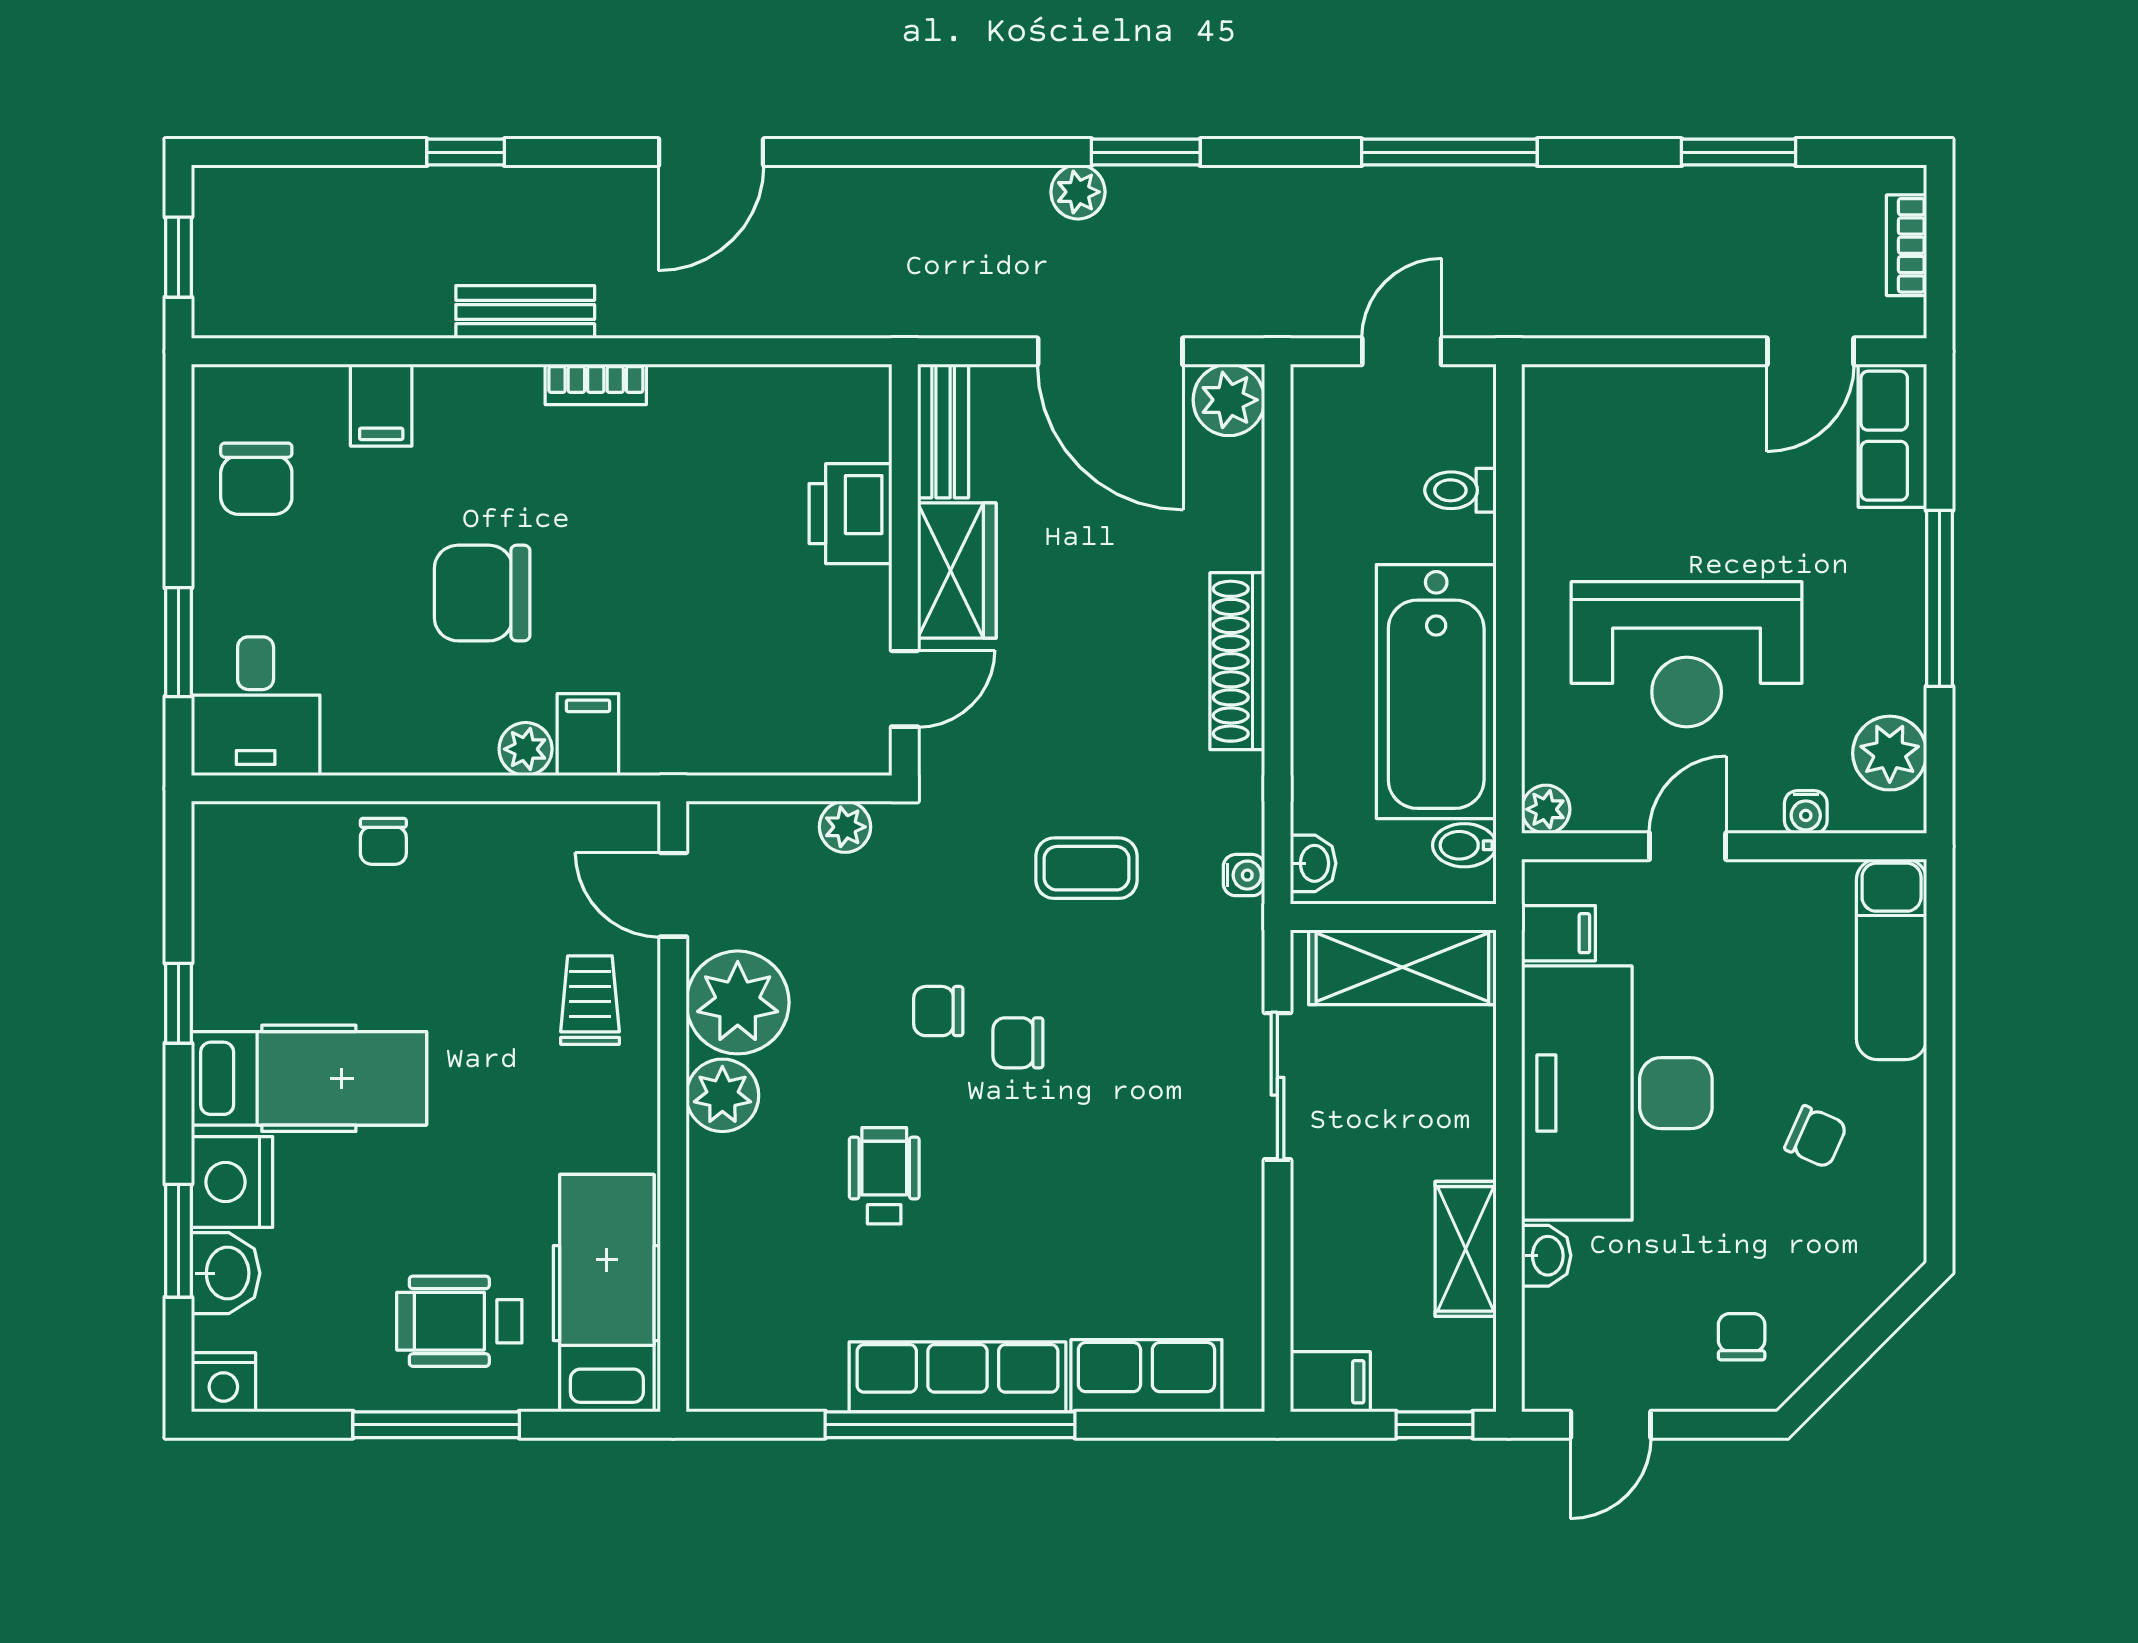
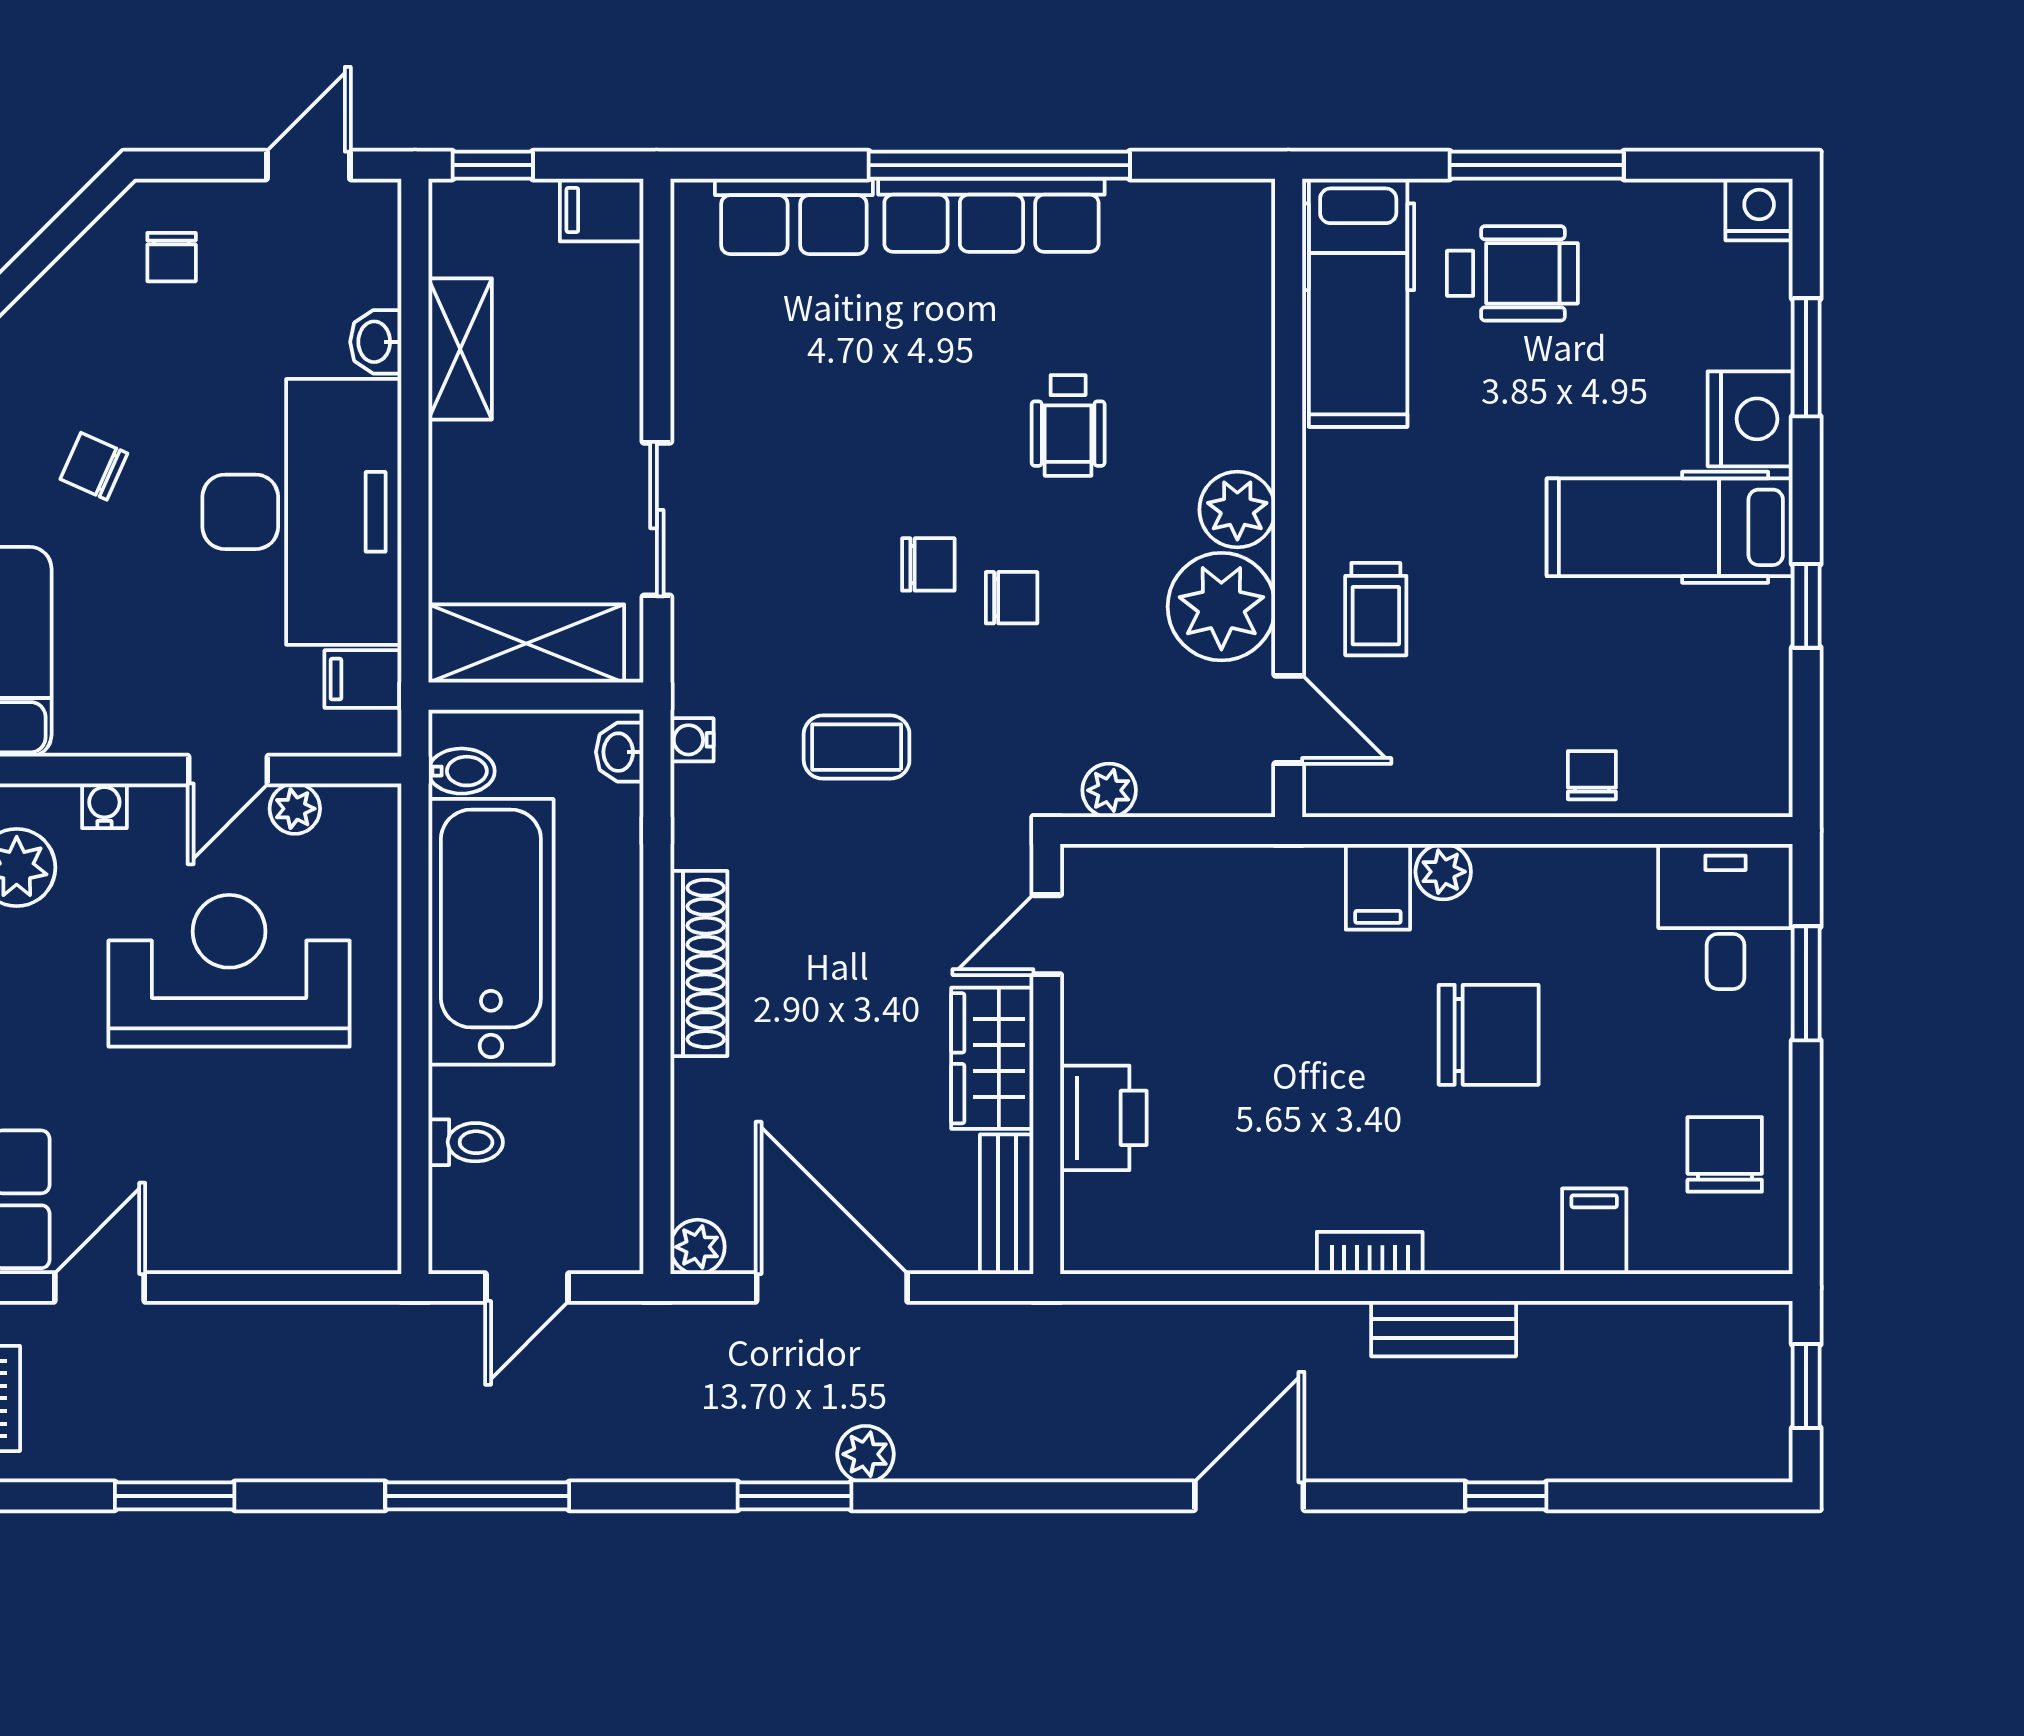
plant: (1229, 400) -> (698, 1247), width x0.73, depth x0.73
plant: (1546, 809) -> (295, 809), moved
washbasin: (226, 1273) -> (1757, 324), removed

